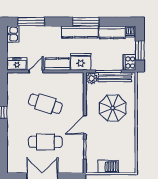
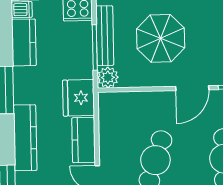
kitchen counter: (80, 32) -> (25, 138), moved
door: (85, 125) -> (192, 88), hinge flipped

